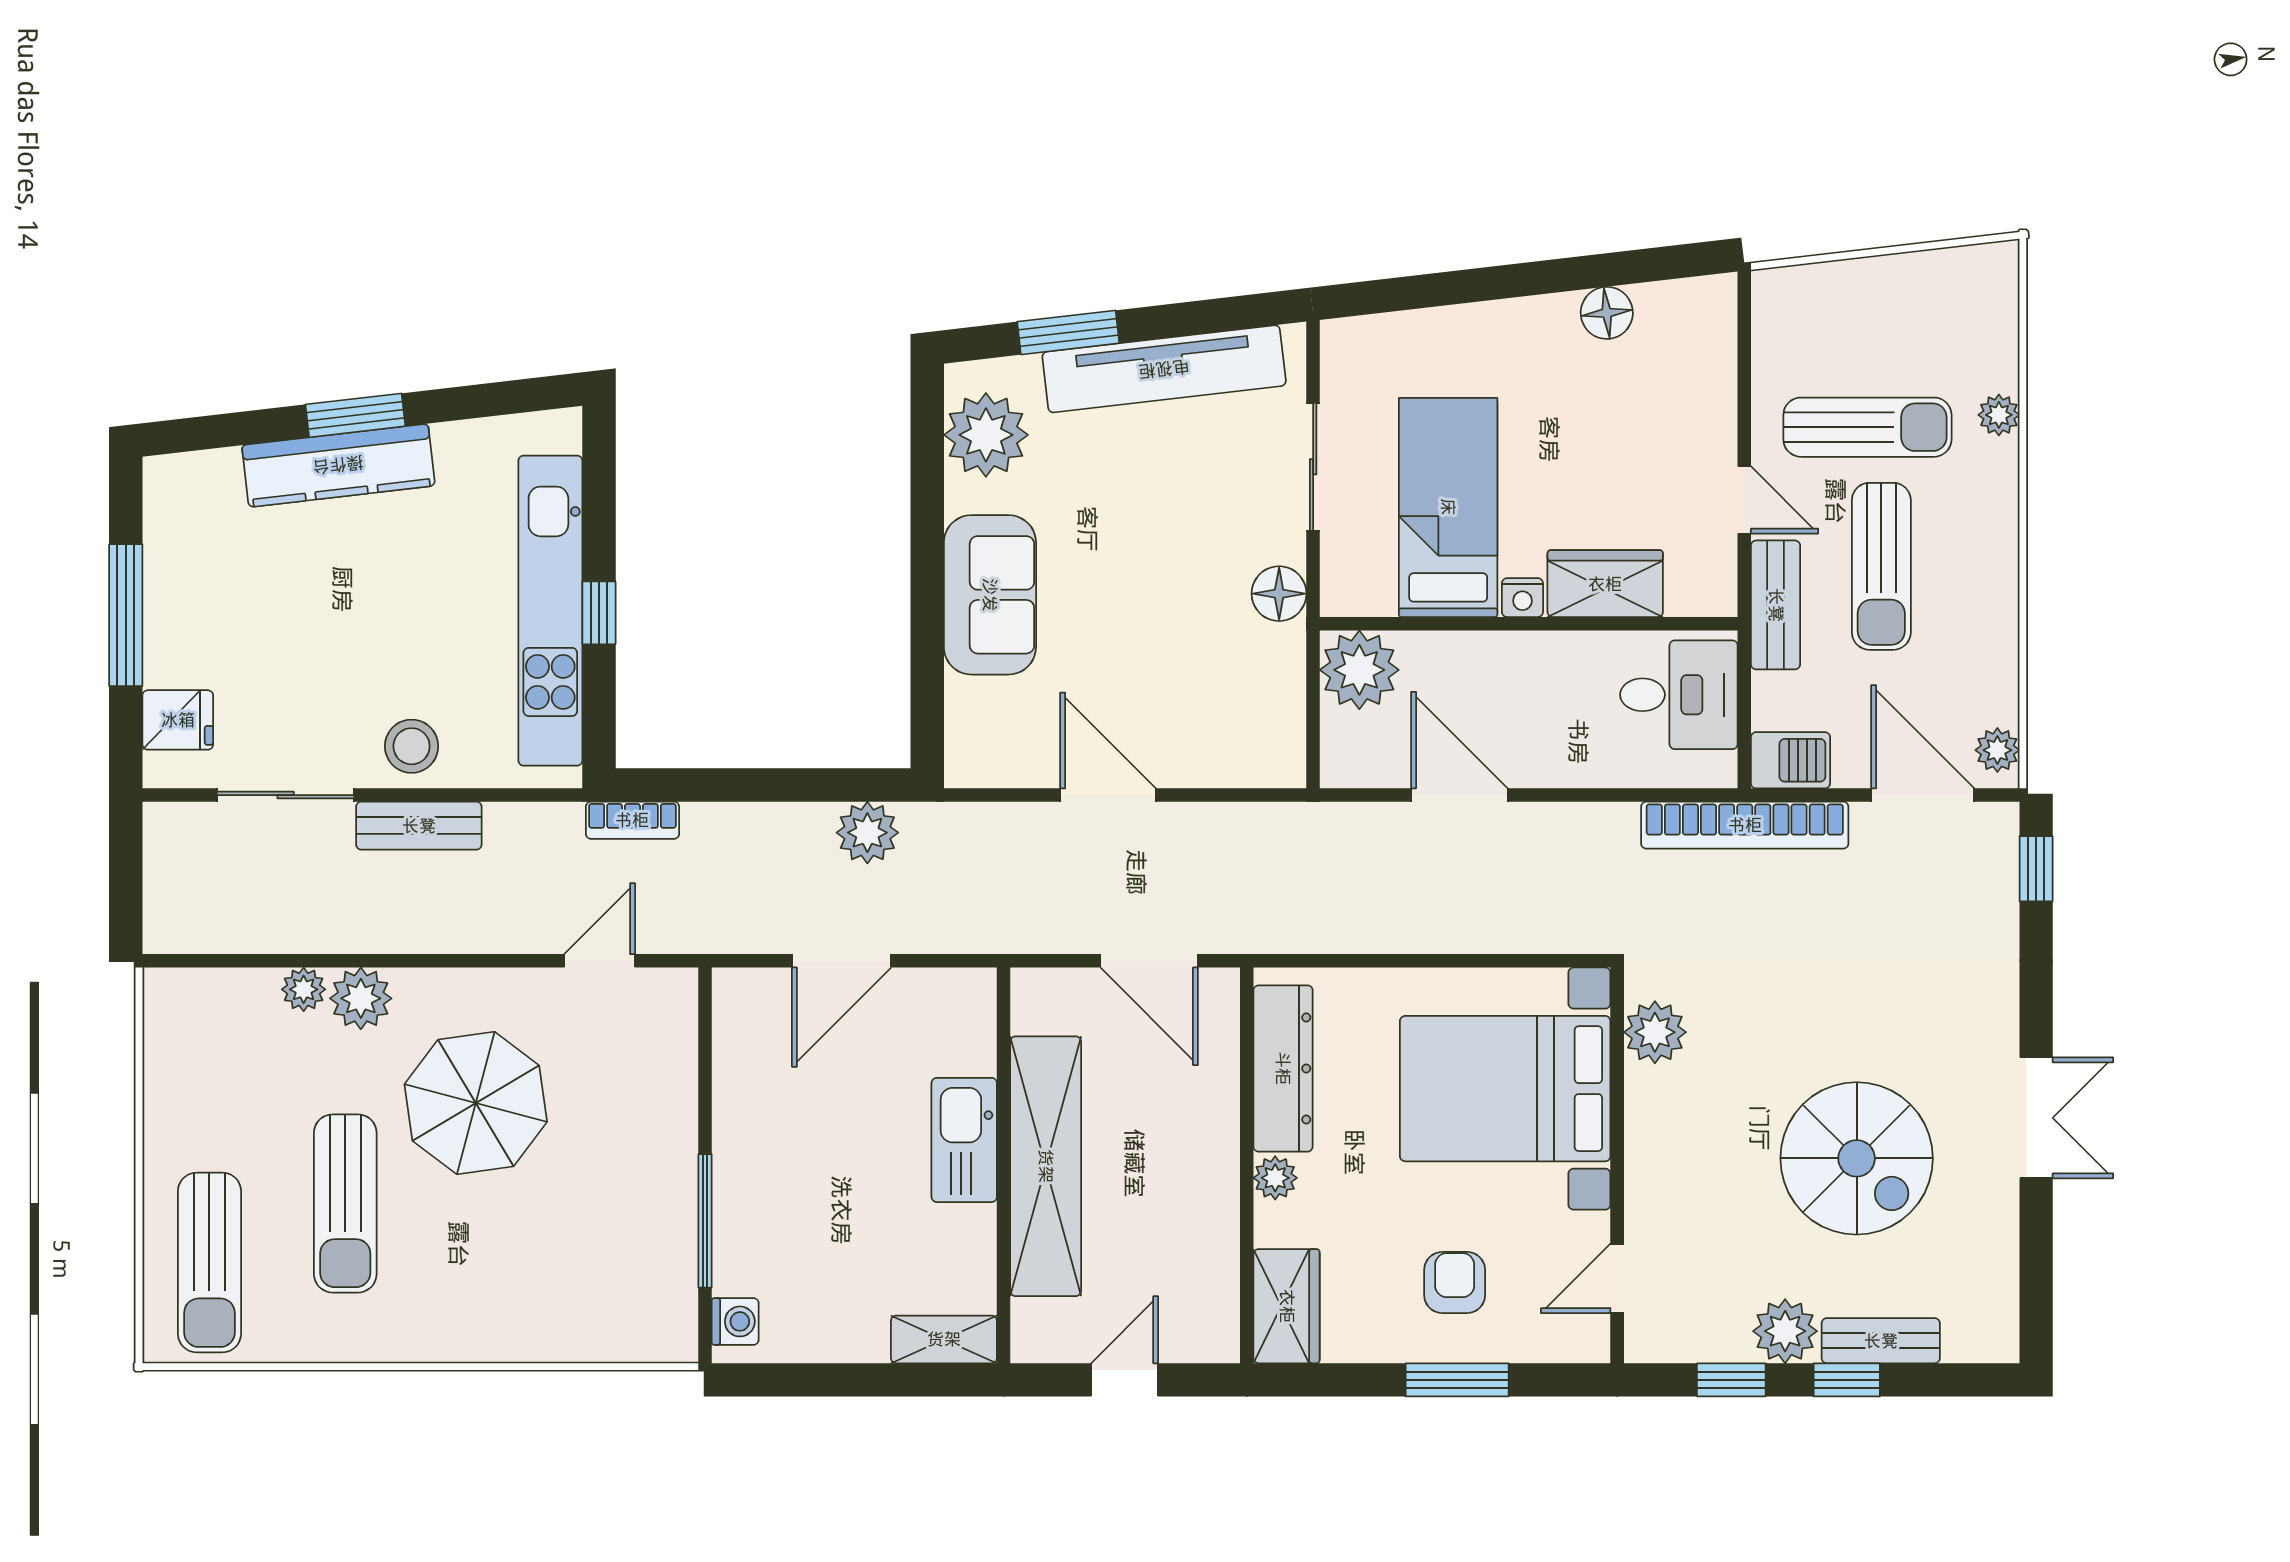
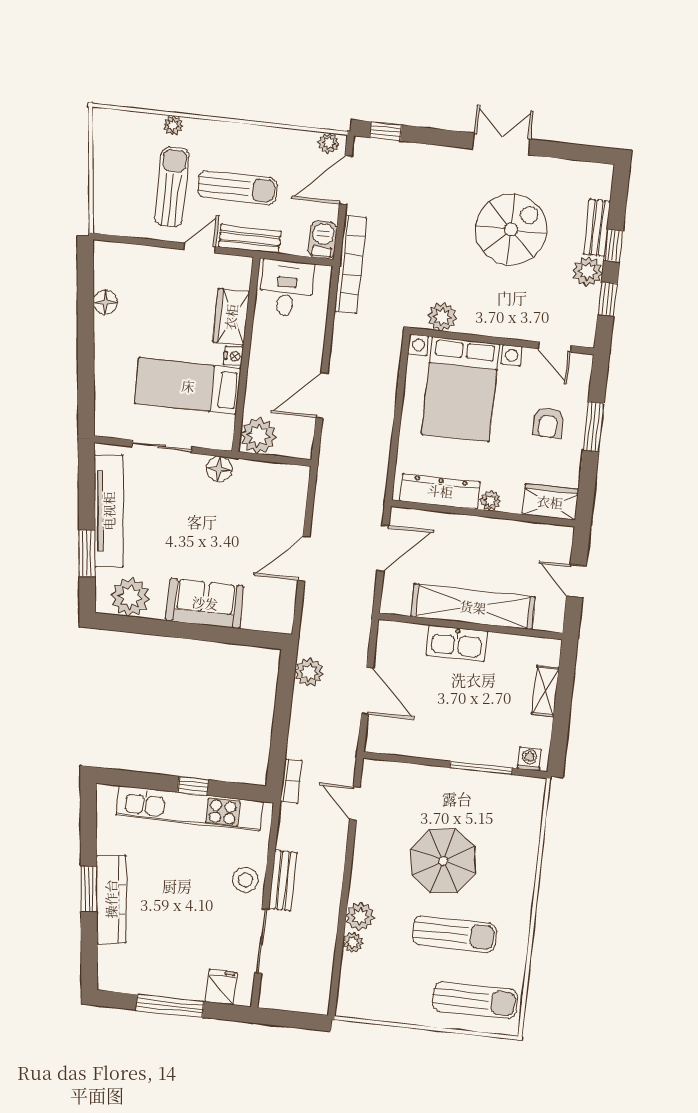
parasol: (476, 1103) -> (443, 861), moved
armchair: (1455, 1283) -> (548, 423), turned -90
shelving: (944, 1339) -> (545, 691), moved

